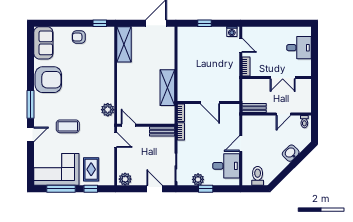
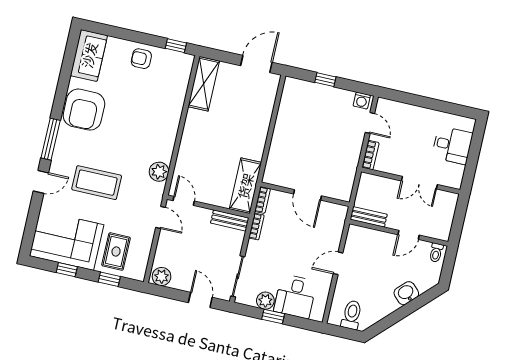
armchair: (48, 80) -> (84, 110), turned 90
shelving: (167, 88) -> (245, 186), moved
coffee table: (68, 126) -> (97, 183), width x1.36, depth x1.32
desk: (226, 166) -> (295, 296), moved, turned 90
window: (61, 189) -> (67, 270), width x0.46

